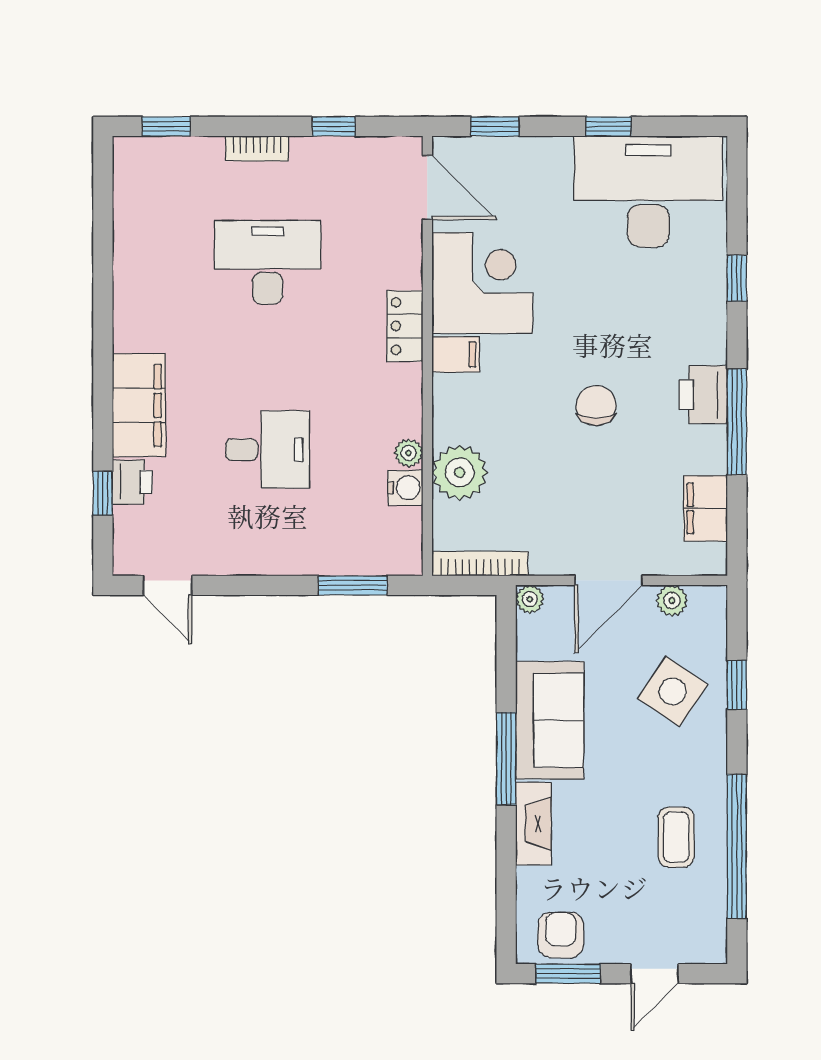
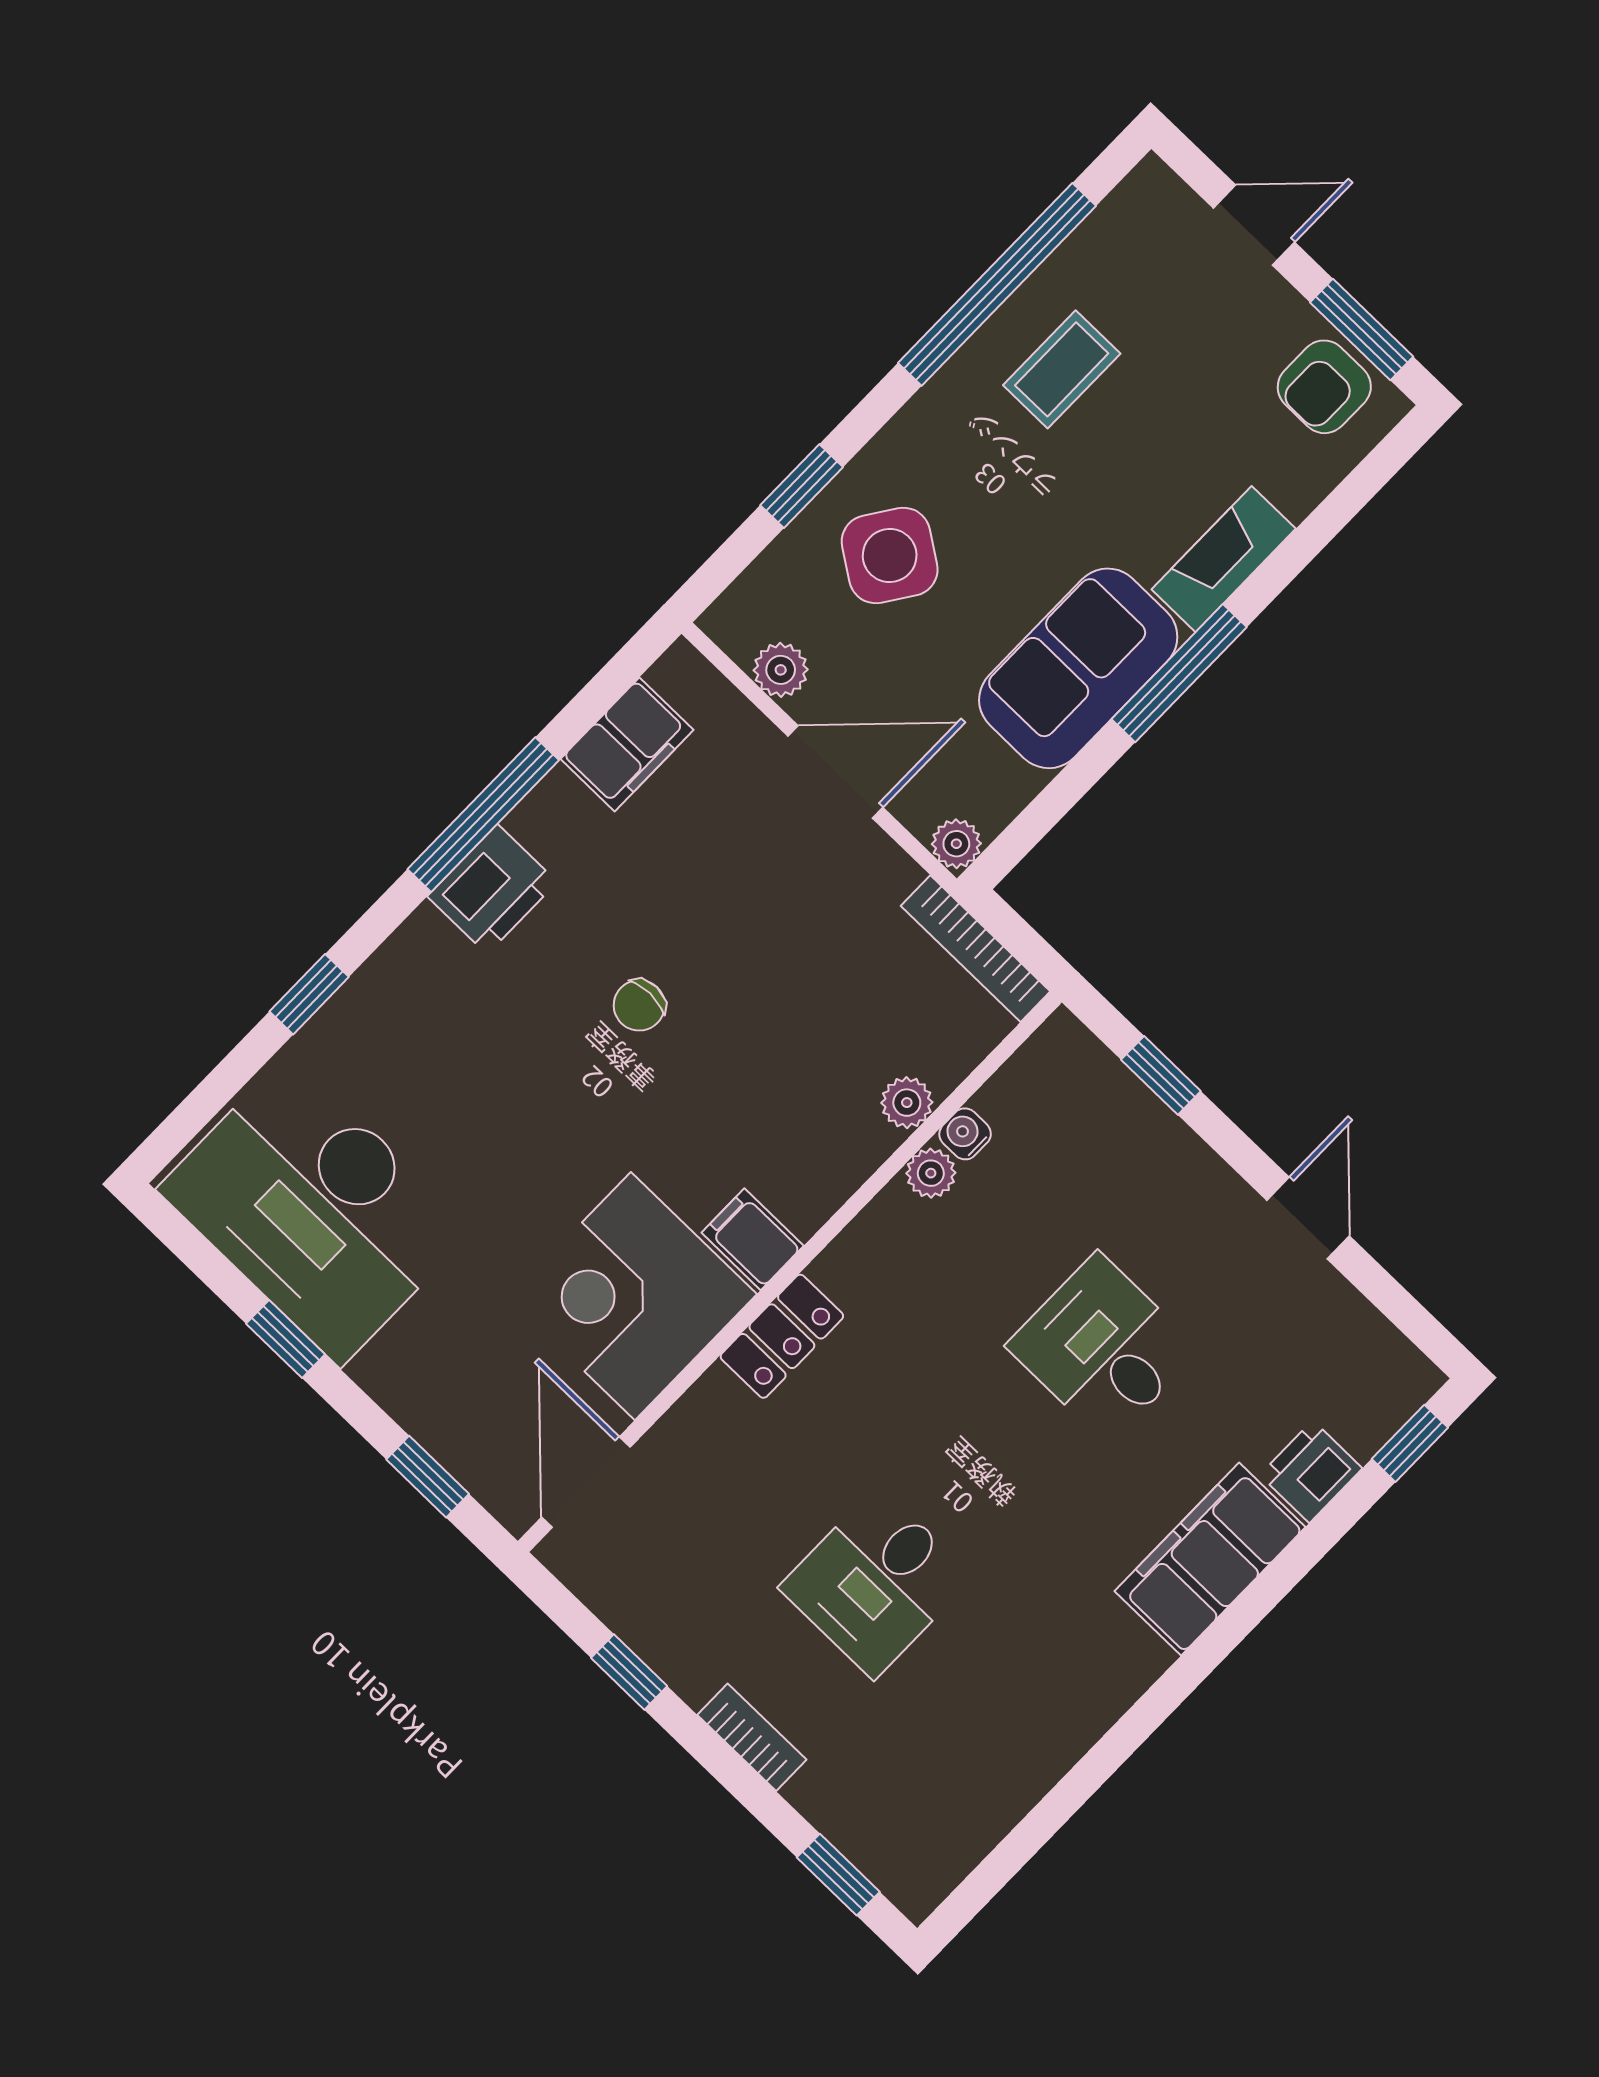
desk: (268, 262) -> (876, 1582), width x0.73
chair: (596, 406) -> (639, 1005), width x0.73, depth x0.73
plant: (460, 472) -> (907, 1103), width x0.53, depth x0.53
water cooler: (405, 488) -> (965, 1134), width x0.72, depth x0.72
window: (103, 493) -> (1410, 1443), moved
door: (167, 585) -> (1308, 1218), moved
window: (353, 585) -> (1161, 1075), width x0.67

